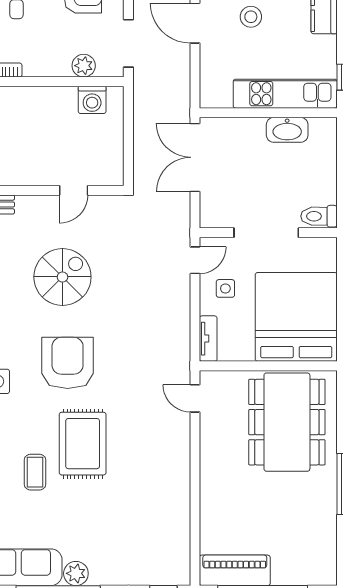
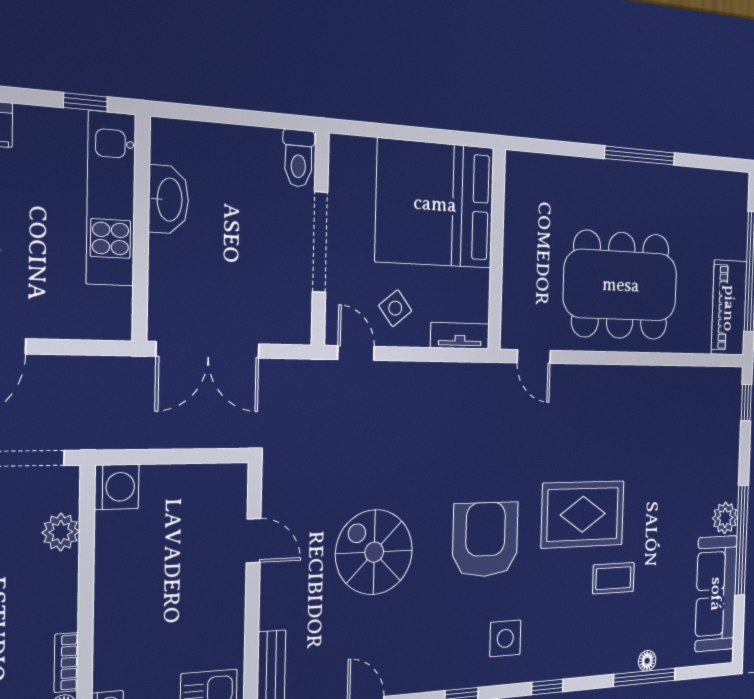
washing machine: (92, 100) -> (117, 487), moved
side table: (225, 288) -> (395, 308), turned -38
armchair: (68, 363) -> (485, 540), turned 90
door: (195, 398) -> (534, 357), hinge flipped
dining table: (287, 422) -> (621, 285), moved

